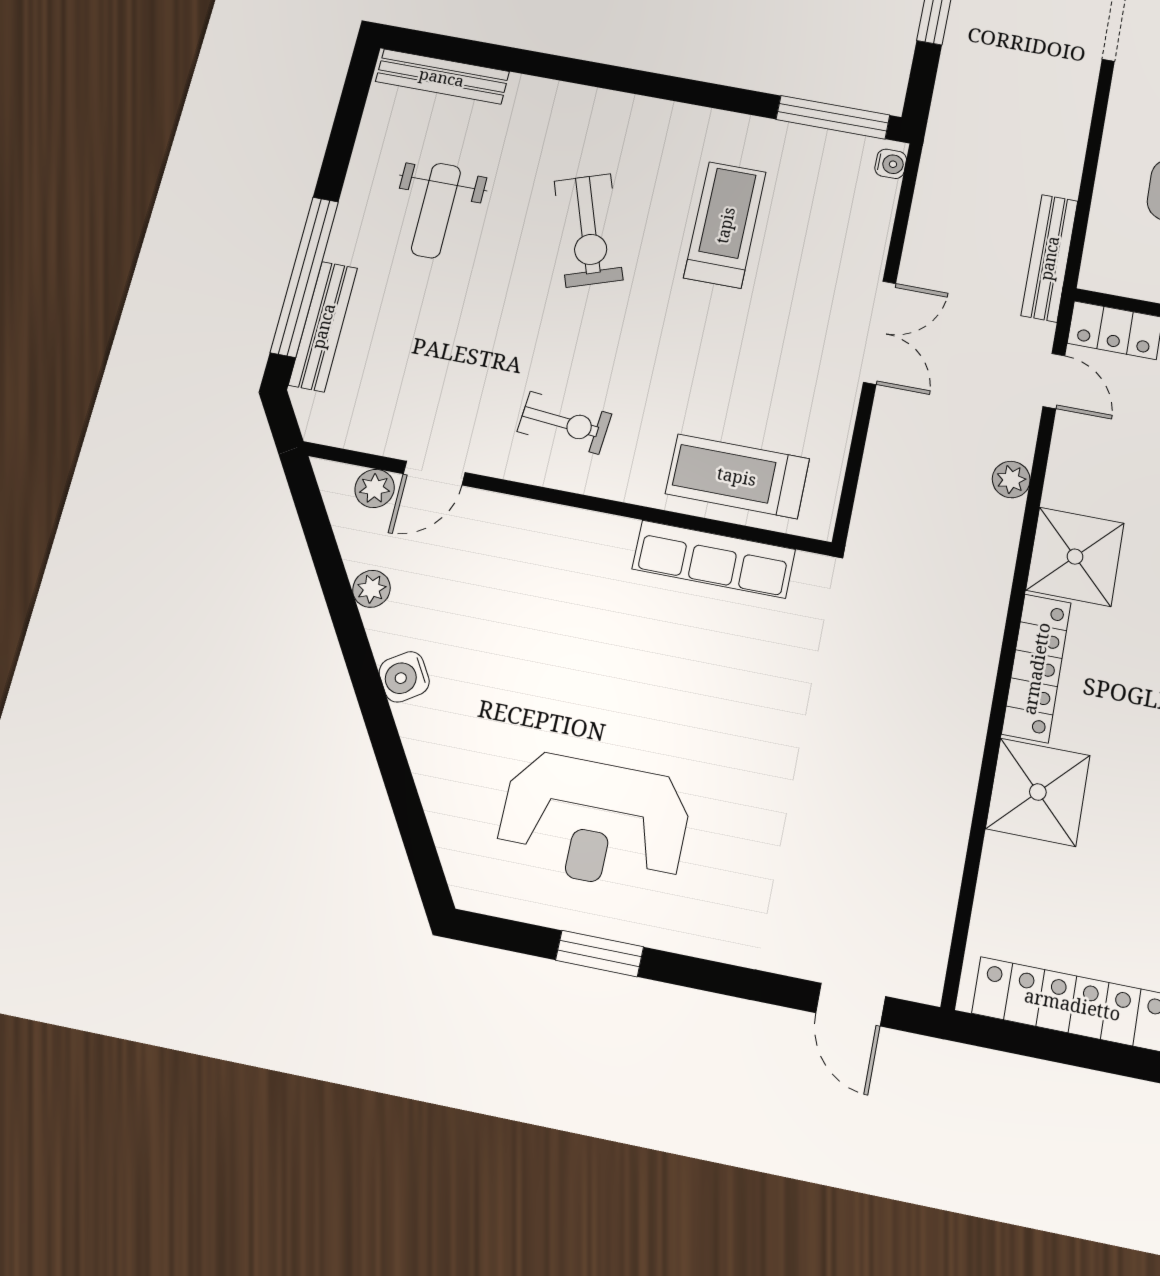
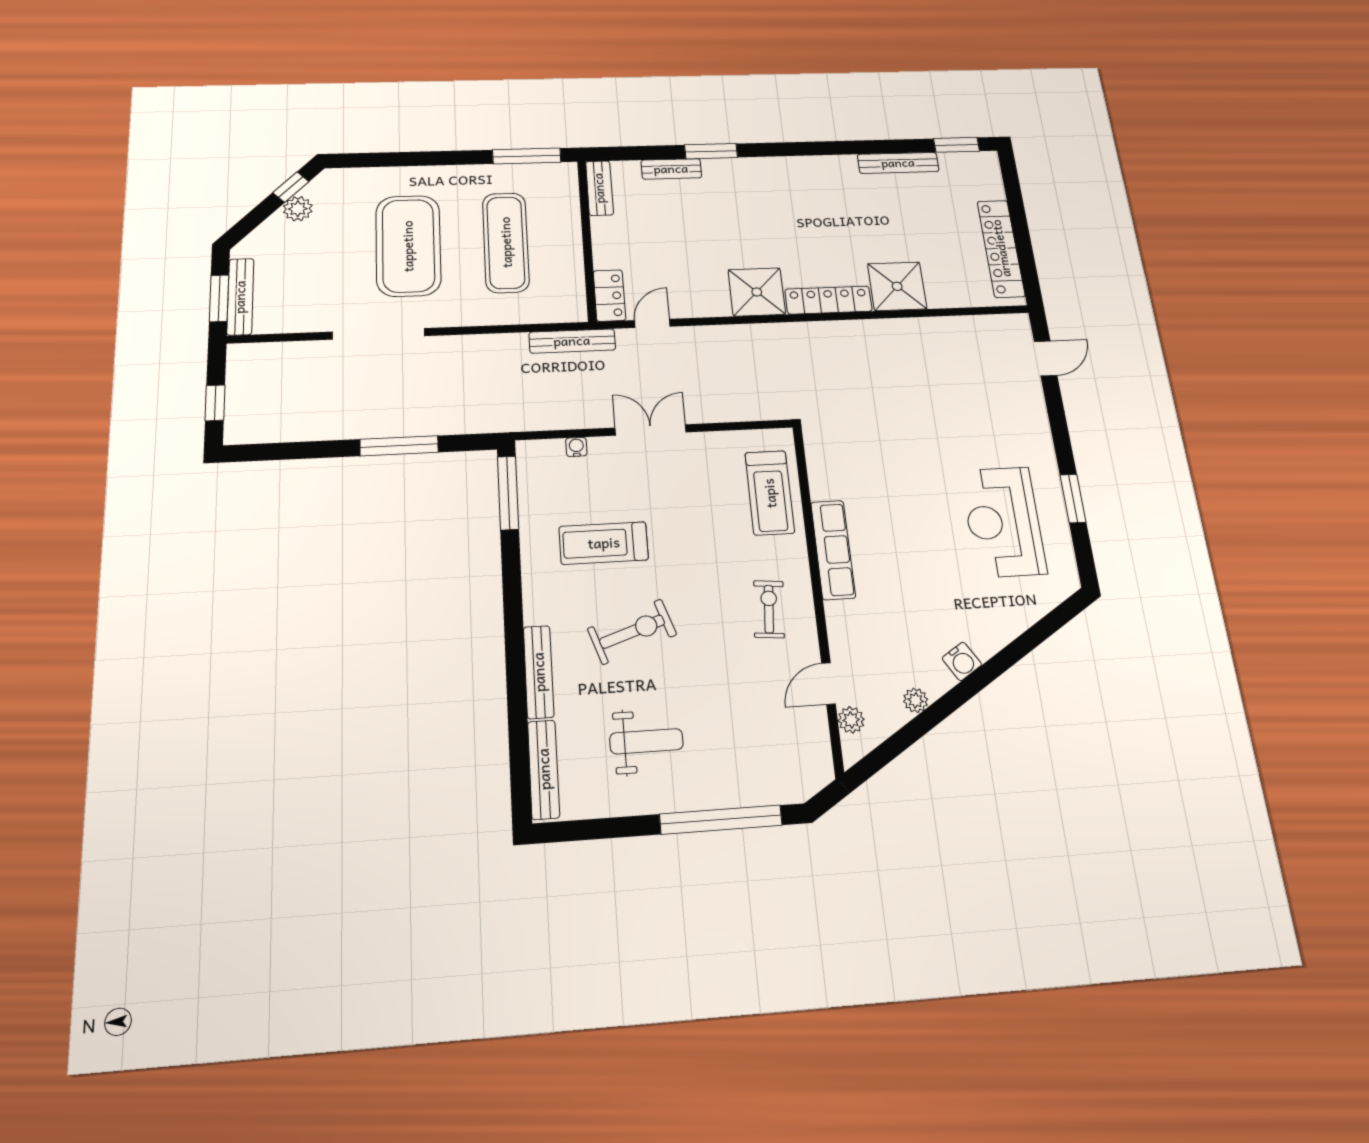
water cooler: (891, 164) -> (576, 447), moved
bench: (323, 326) -> (539, 672), moved, turned 90
door: (434, 473) -> (829, 684), swing flipped
plant: (1011, 480) -> (721, 335), removed
row of seats: (714, 559) -> (833, 550), moved
reception desk: (594, 822) -> (1003, 522), turned 180

